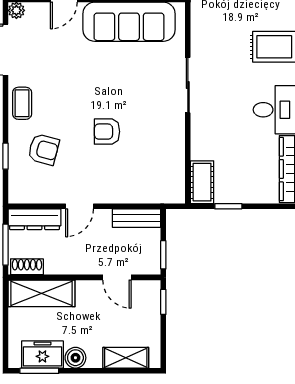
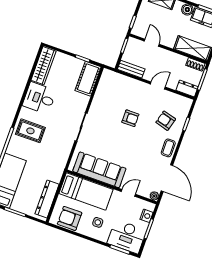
cot: (202, 182) -> (88, 79), width x1.37, depth x1.34
dresser: (34, 219) -> (187, 88), width x0.70

